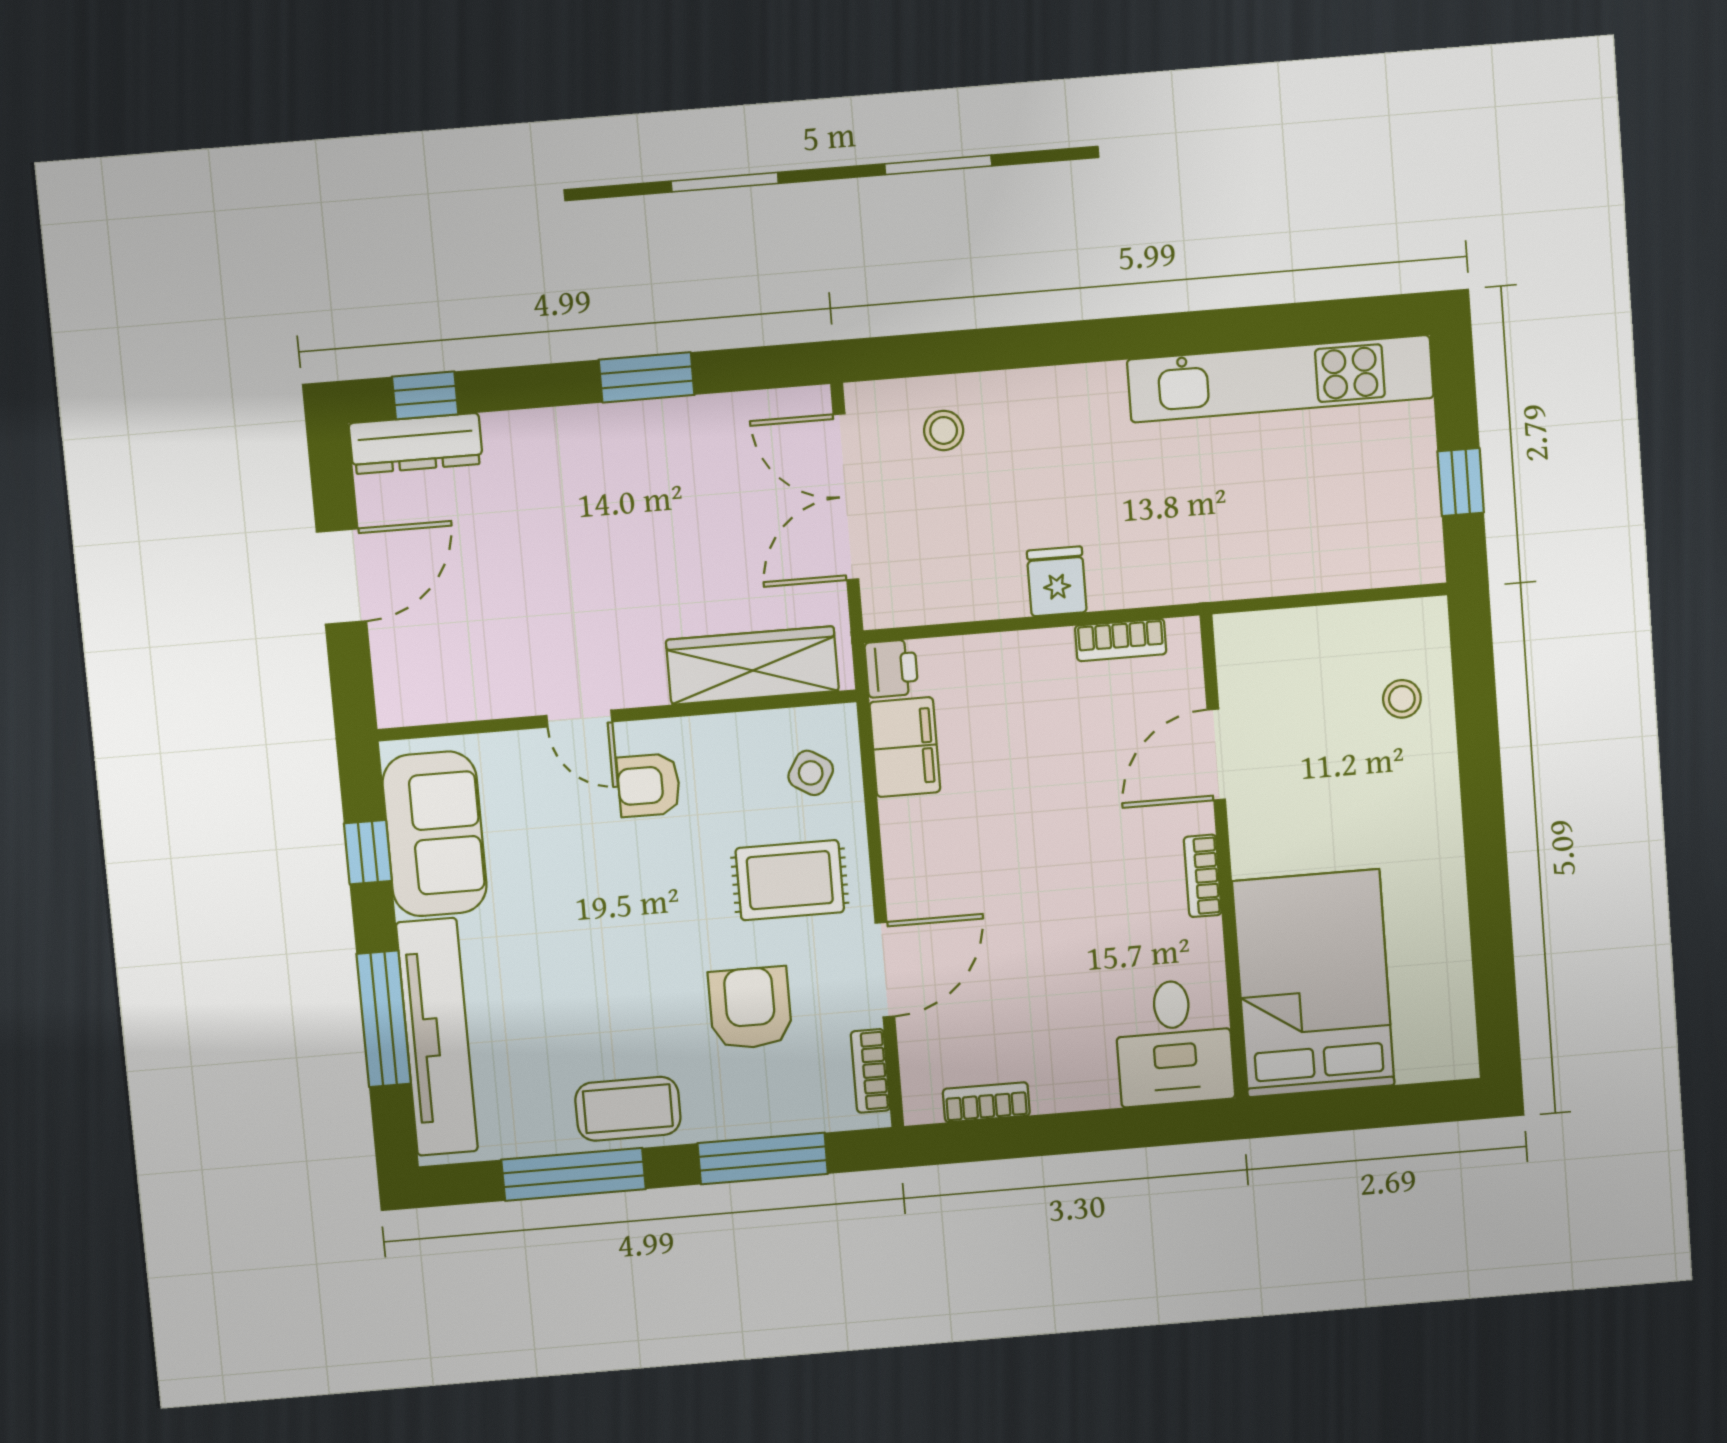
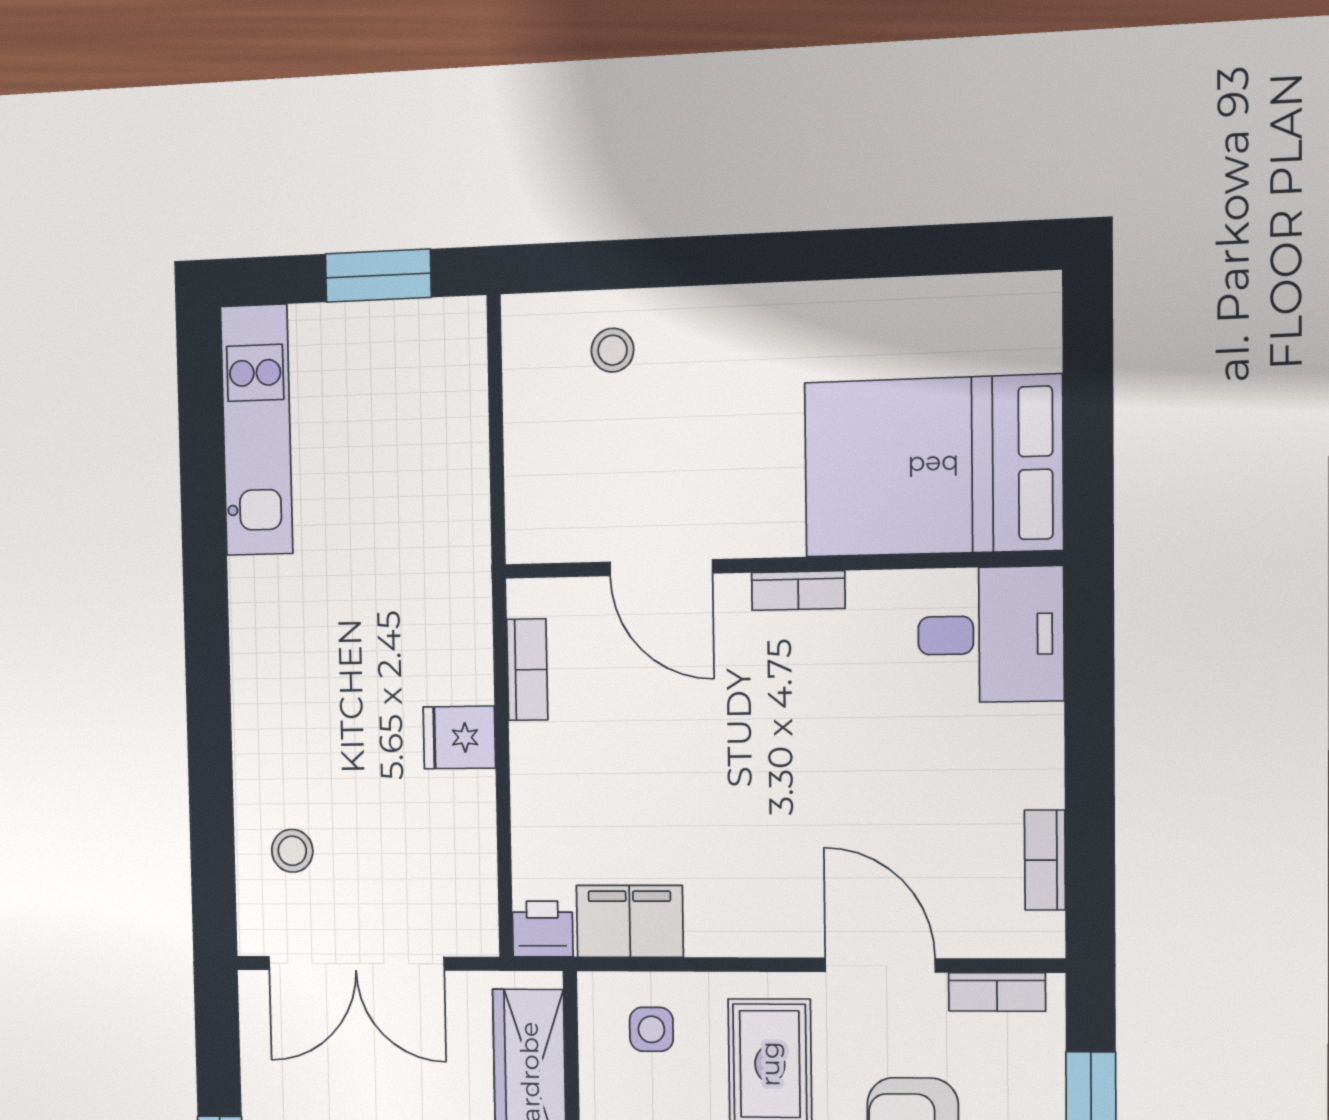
kitchen unit: (1280, 379) -> (257, 430), width x0.73
window: (1461, 482) -> (378, 276), width x1.50
side table: (811, 773) -> (651, 1029), turned -31

